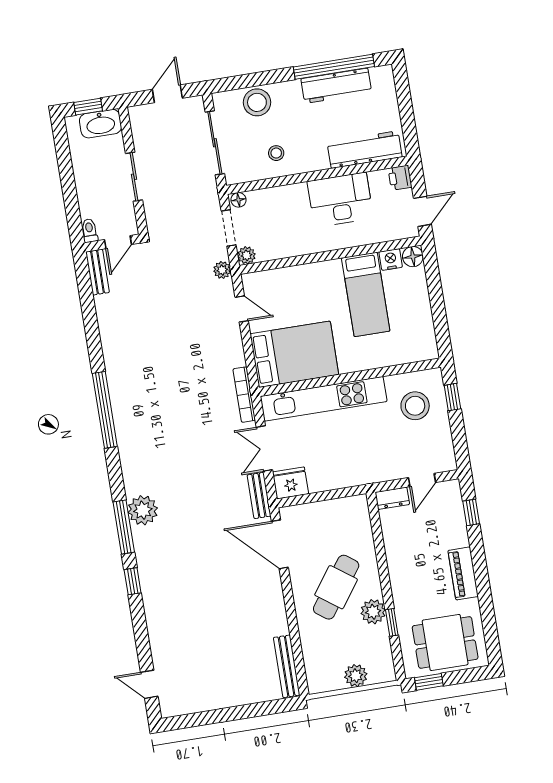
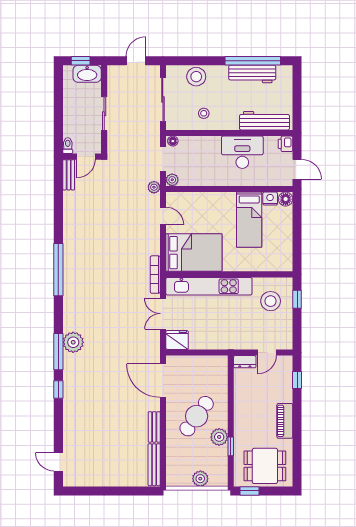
door: (422, 211) -> (297, 169), hinge flipped
bench: (259, 495) -> (154, 427), moved

